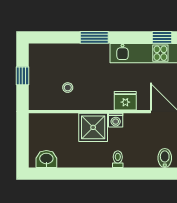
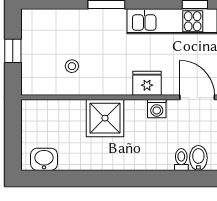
washing machine: (116, 120) -> (157, 109), moved
toilet: (118, 159) -> (181, 160), moved

